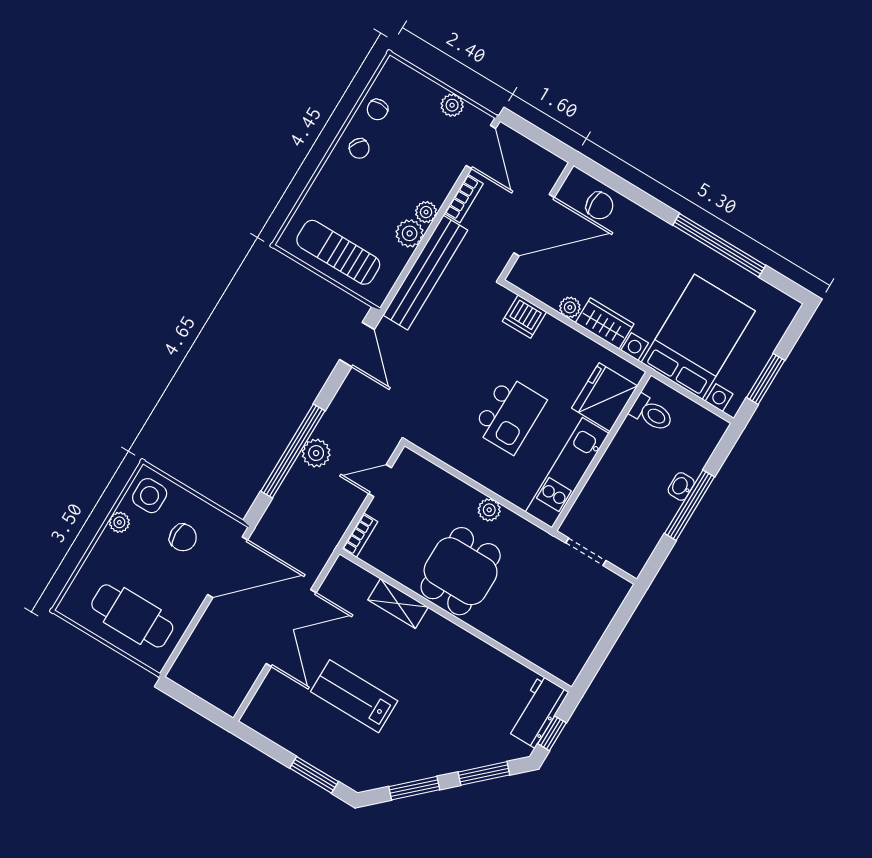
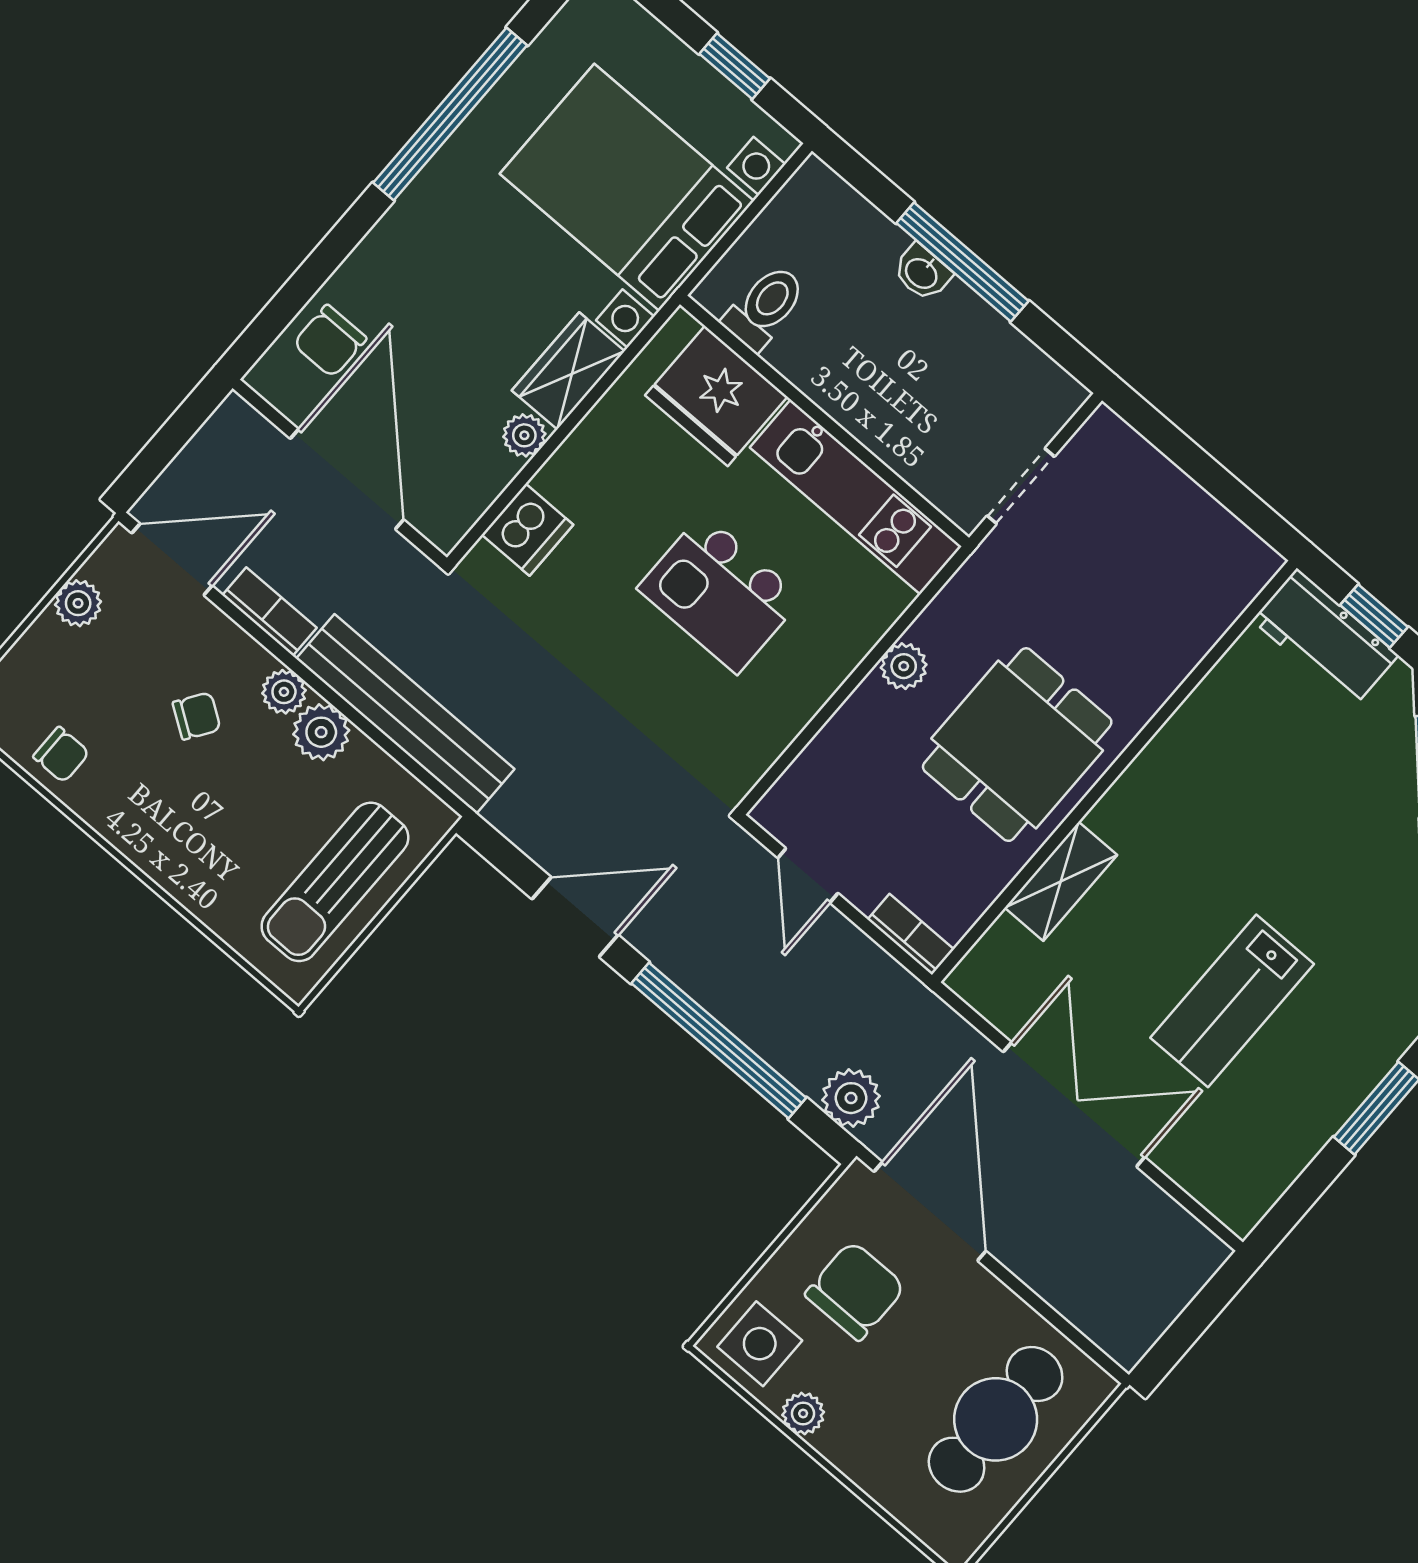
chair: (359, 148) -> (197, 716), moved
chair: (600, 206) -> (330, 341), turned 180
door: (357, 345) -> (575, 917), moved
window: (766, 379) -> (735, 66), width x0.67
kitchen island: (509, 415) -> (720, 593), turned 180
plant: (316, 453) -> (851, 1098), moved
chair: (183, 538) -> (855, 1291), width x1.37, depth x1.37
dining table: (461, 571) -> (1017, 745), turned 90

